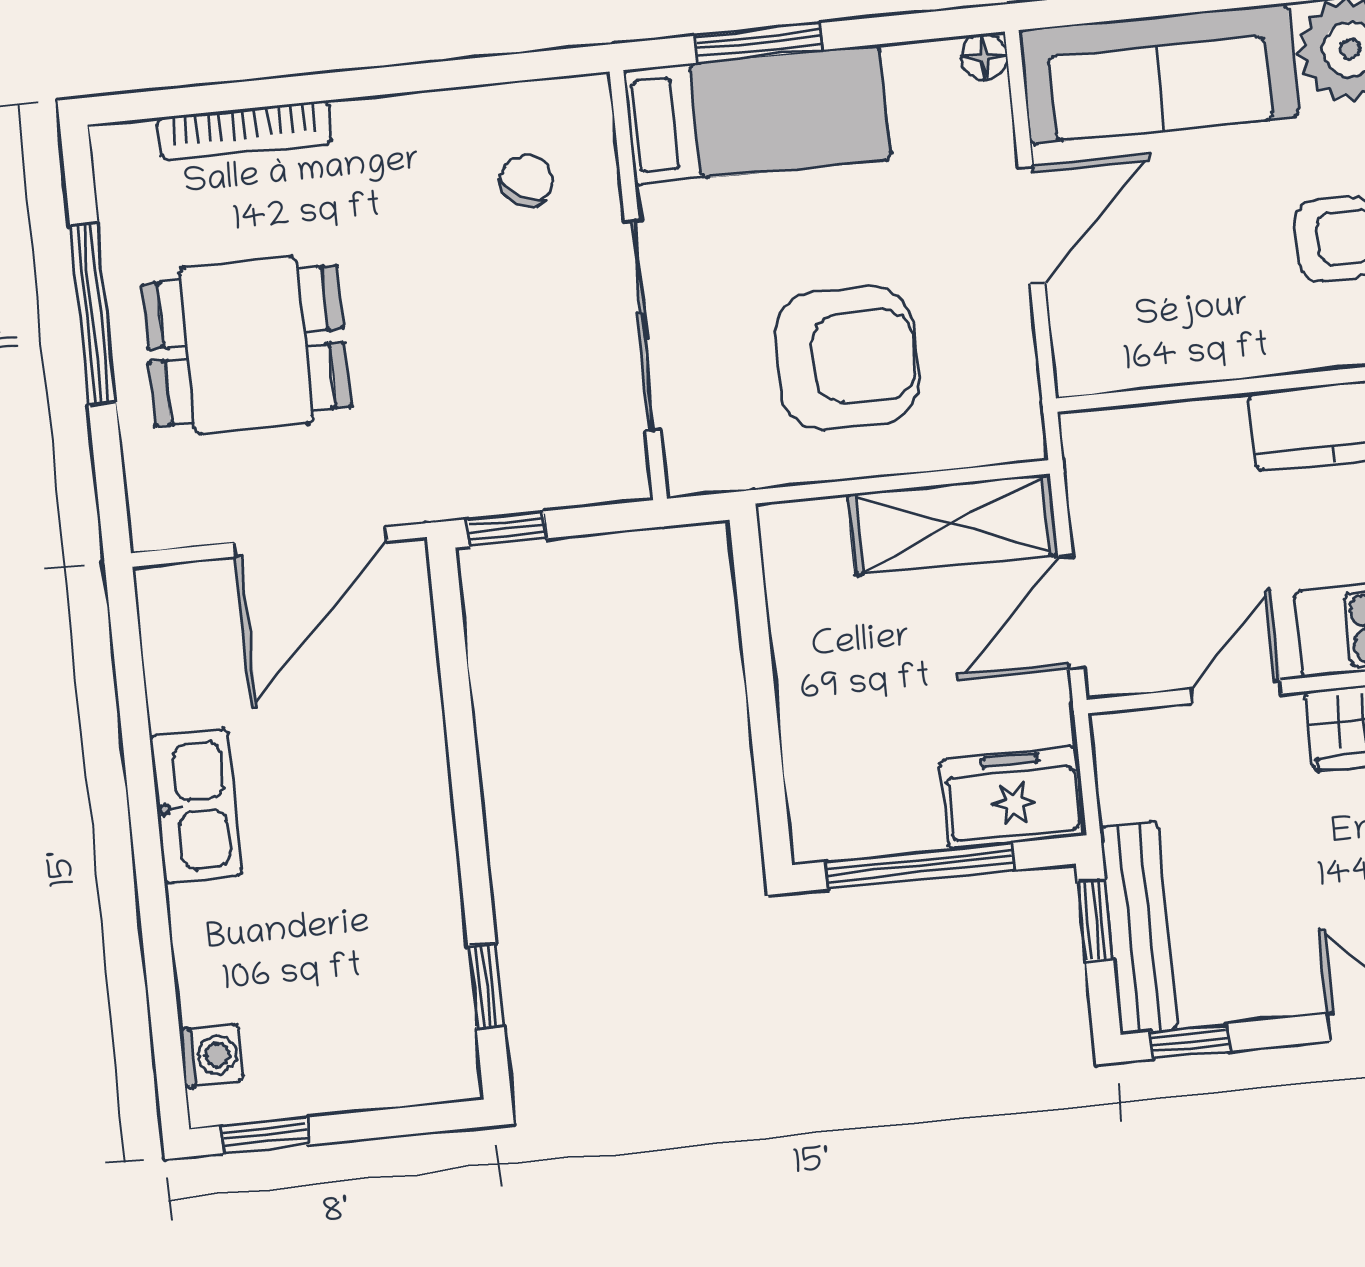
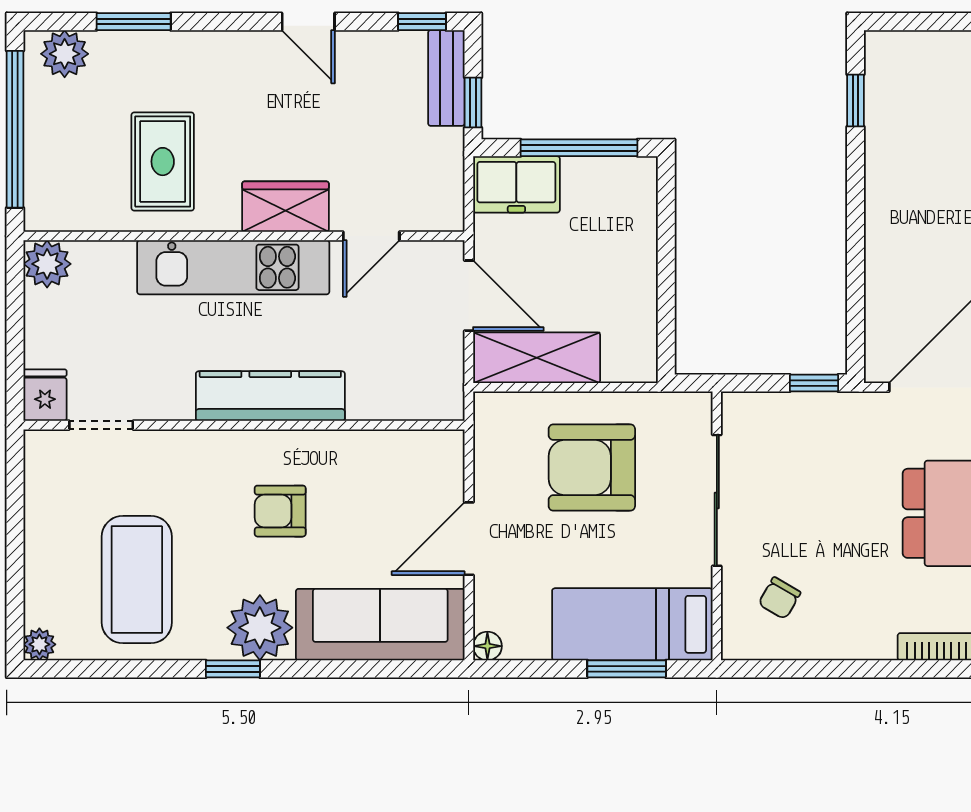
door: (1071, 612) -> (469, 296), hinge flipped
bench: (1139, 928) -> (446, 78), width x0.73

